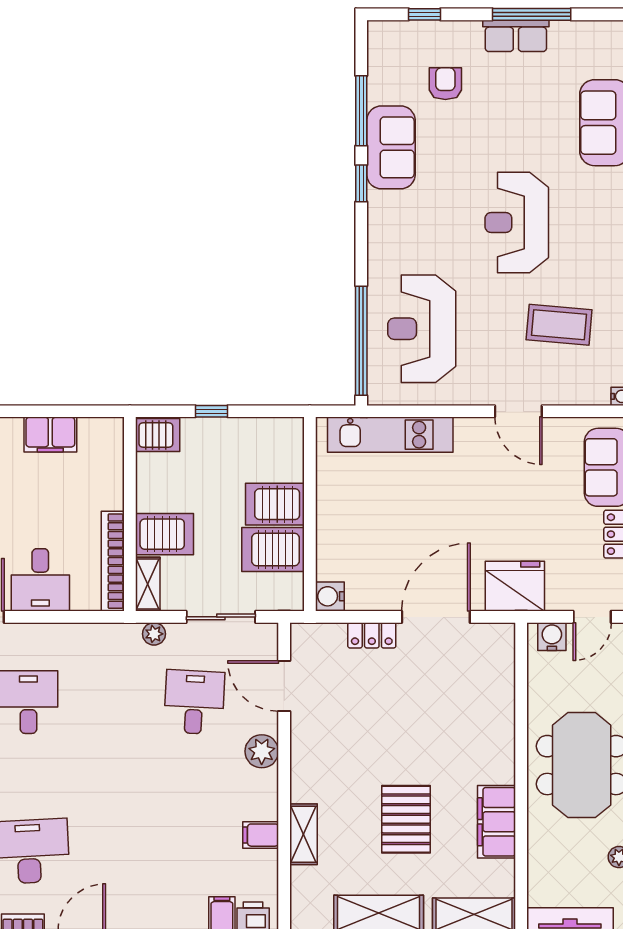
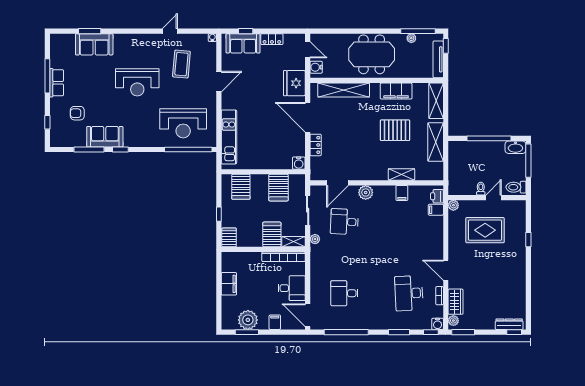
server rack: (275, 504) -> (241, 187), moved
shelving: (499, 700) -> (344, 90), added

